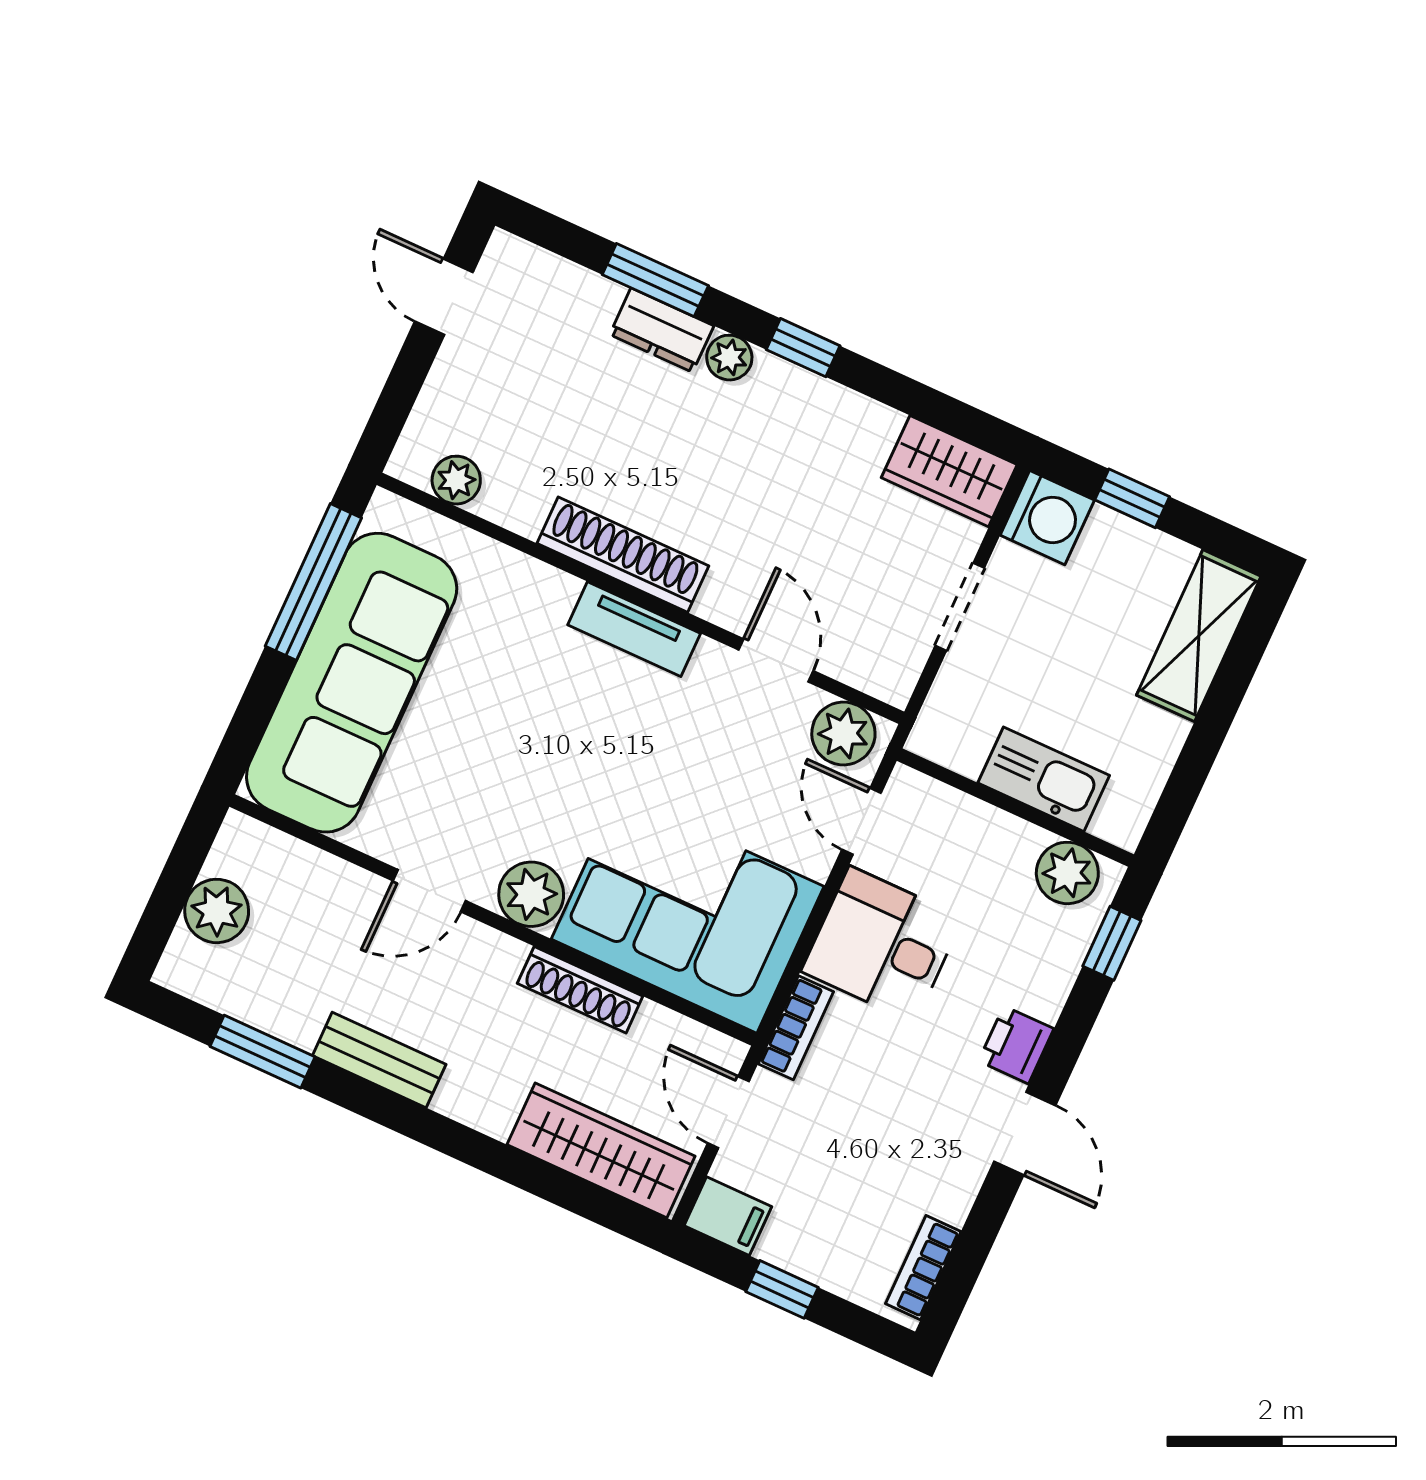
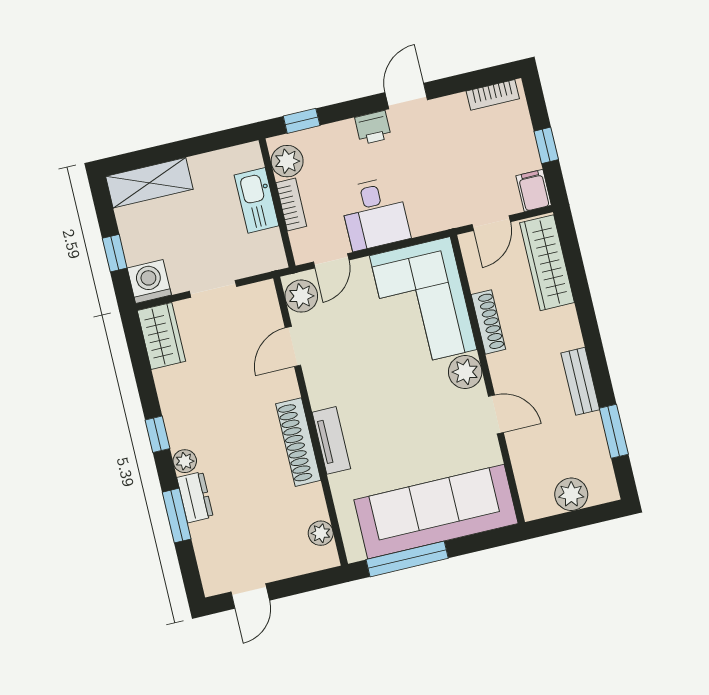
tv unit: (634, 629) -> (331, 440), moved
bookcase: (796, 1028) -> (291, 204), moved, turned 90

